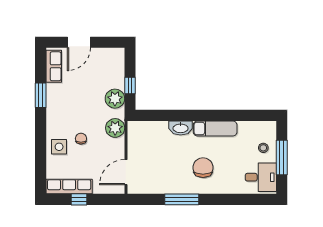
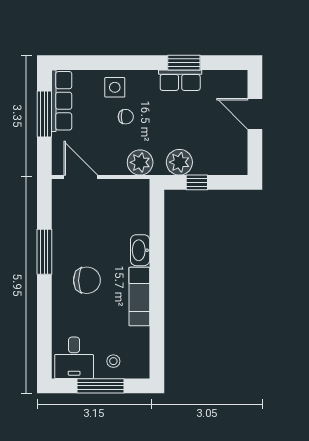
row of seats: (54, 66) -> (180, 80), moved
window: (79, 199) -> (44, 114), width x2.17

